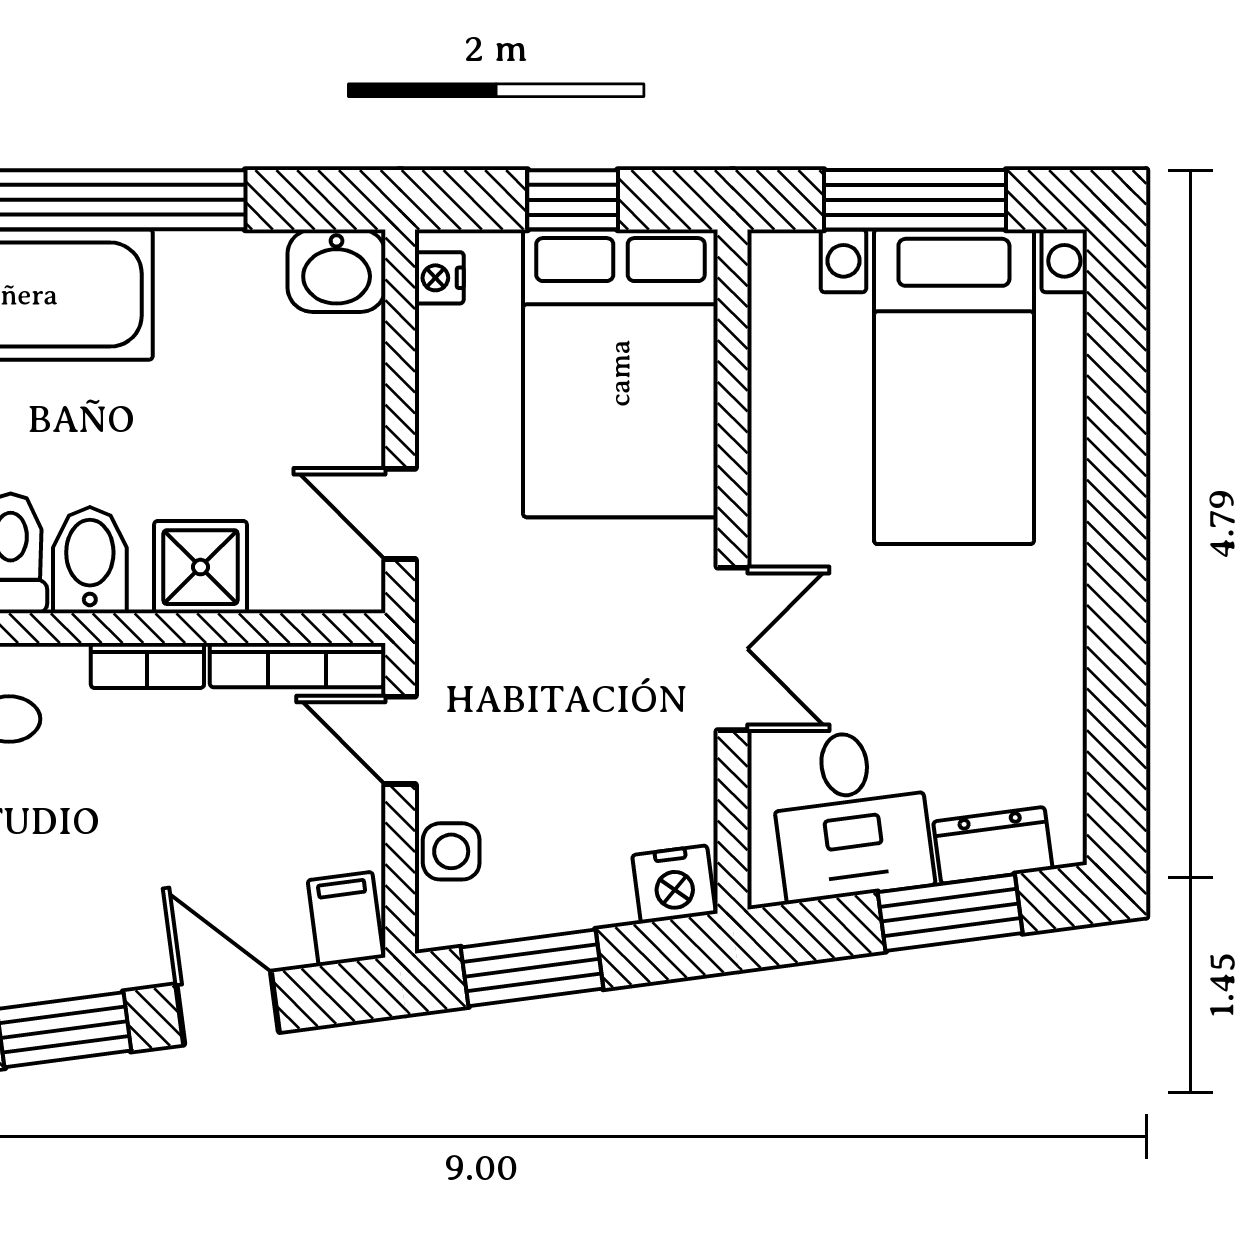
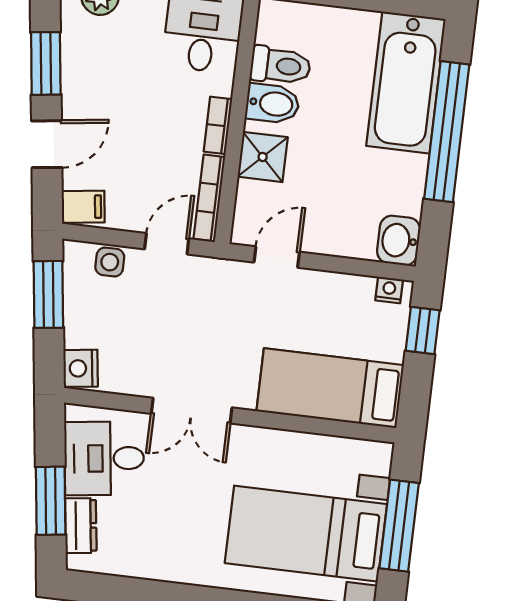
window: (573, 200) -> (423, 331), moved
bed: (620, 373) -> (330, 388), width x0.67

